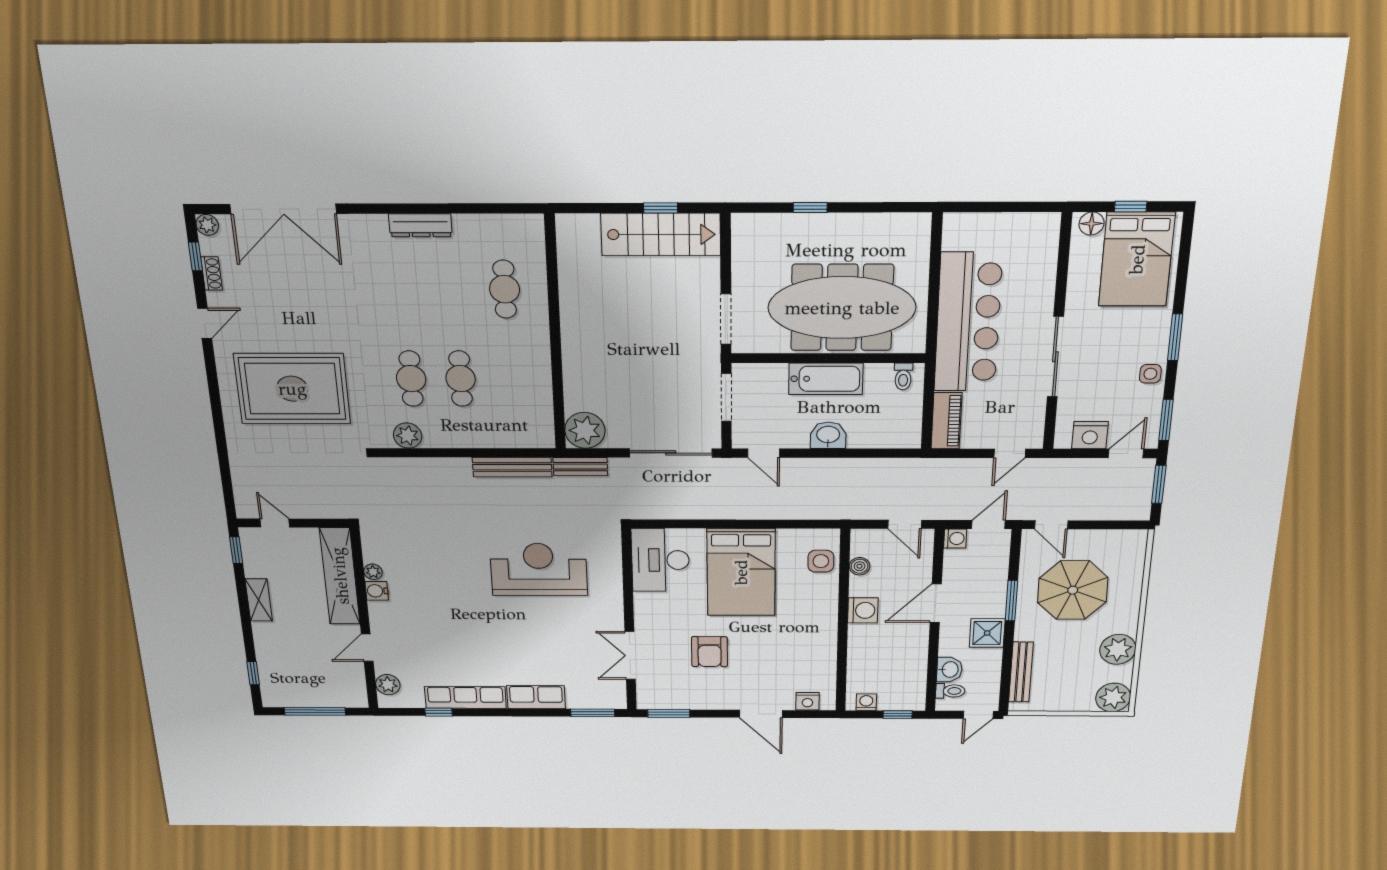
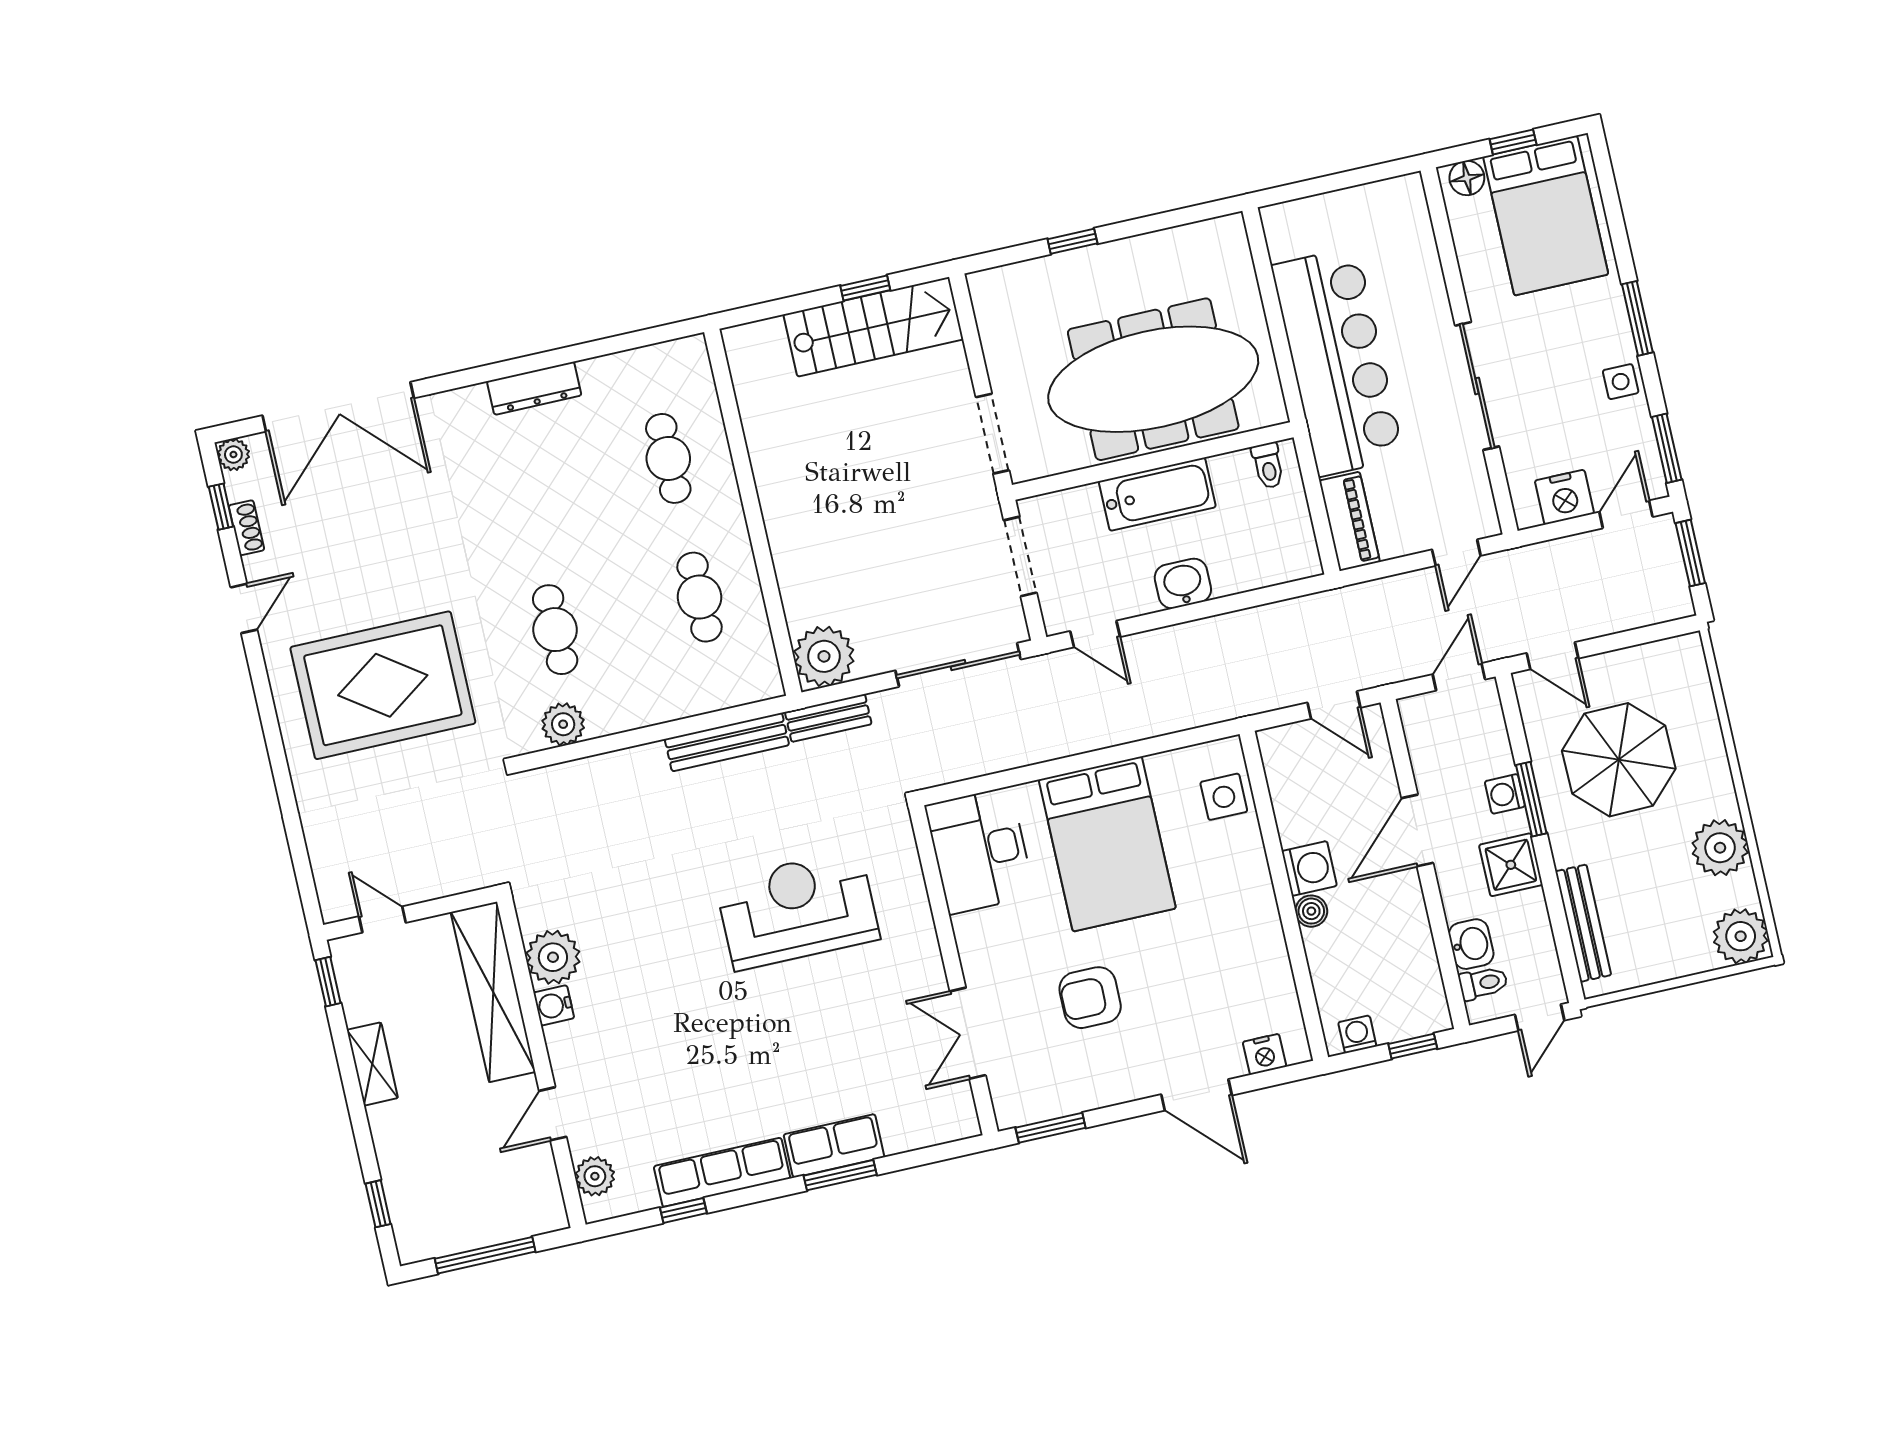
cafe table: (461, 379) -> (700, 597), moved
washing machine: (955, 538) -> (1505, 794), moved, turned 180
boiler: (860, 566) -> (1311, 911), moved
plant: (373, 572) -> (553, 957), width x1.88, depth x1.88
armchair: (710, 652) -> (1090, 998), turned 90
window: (593, 713) -> (840, 1175), moved

